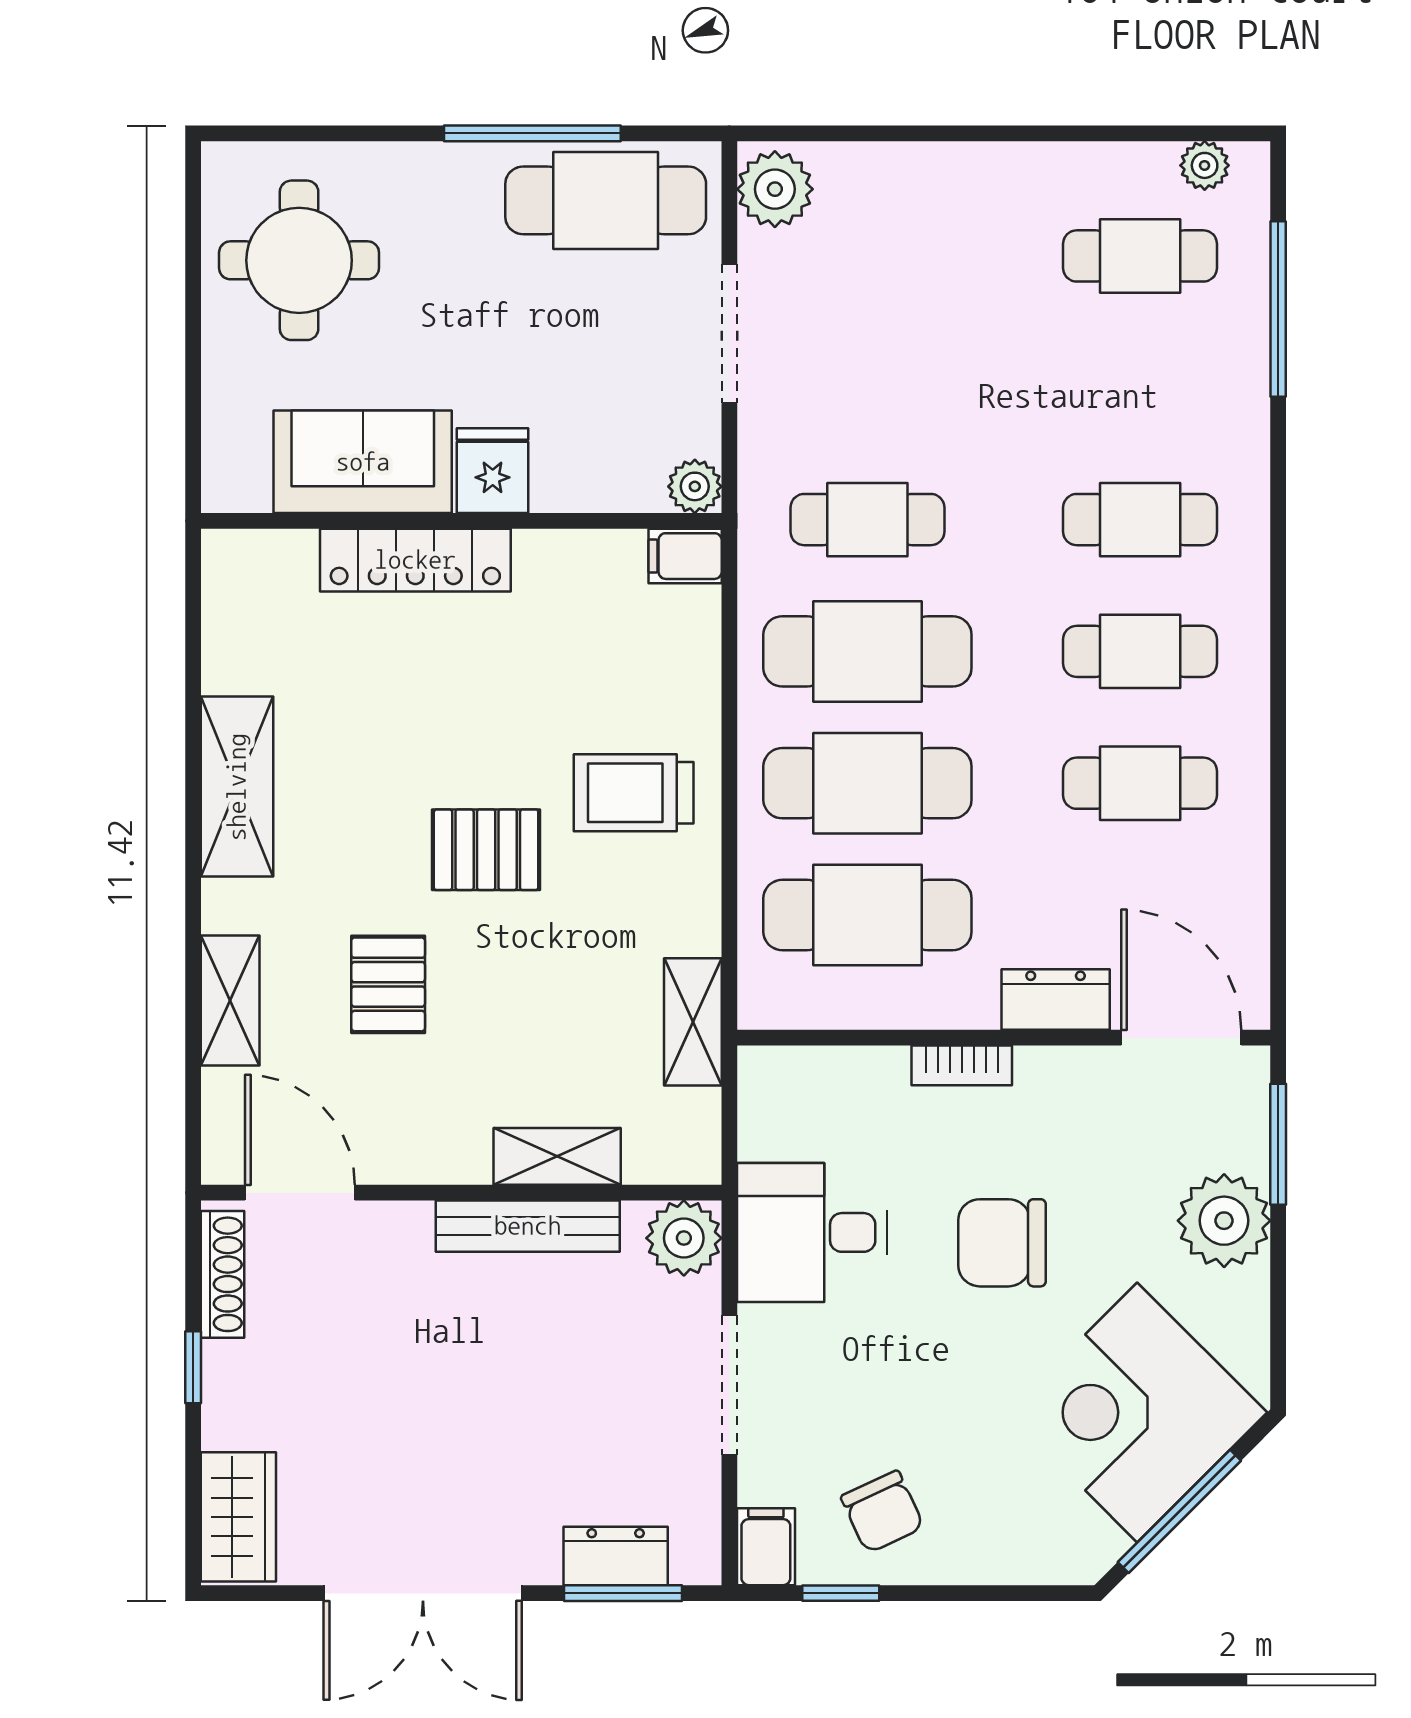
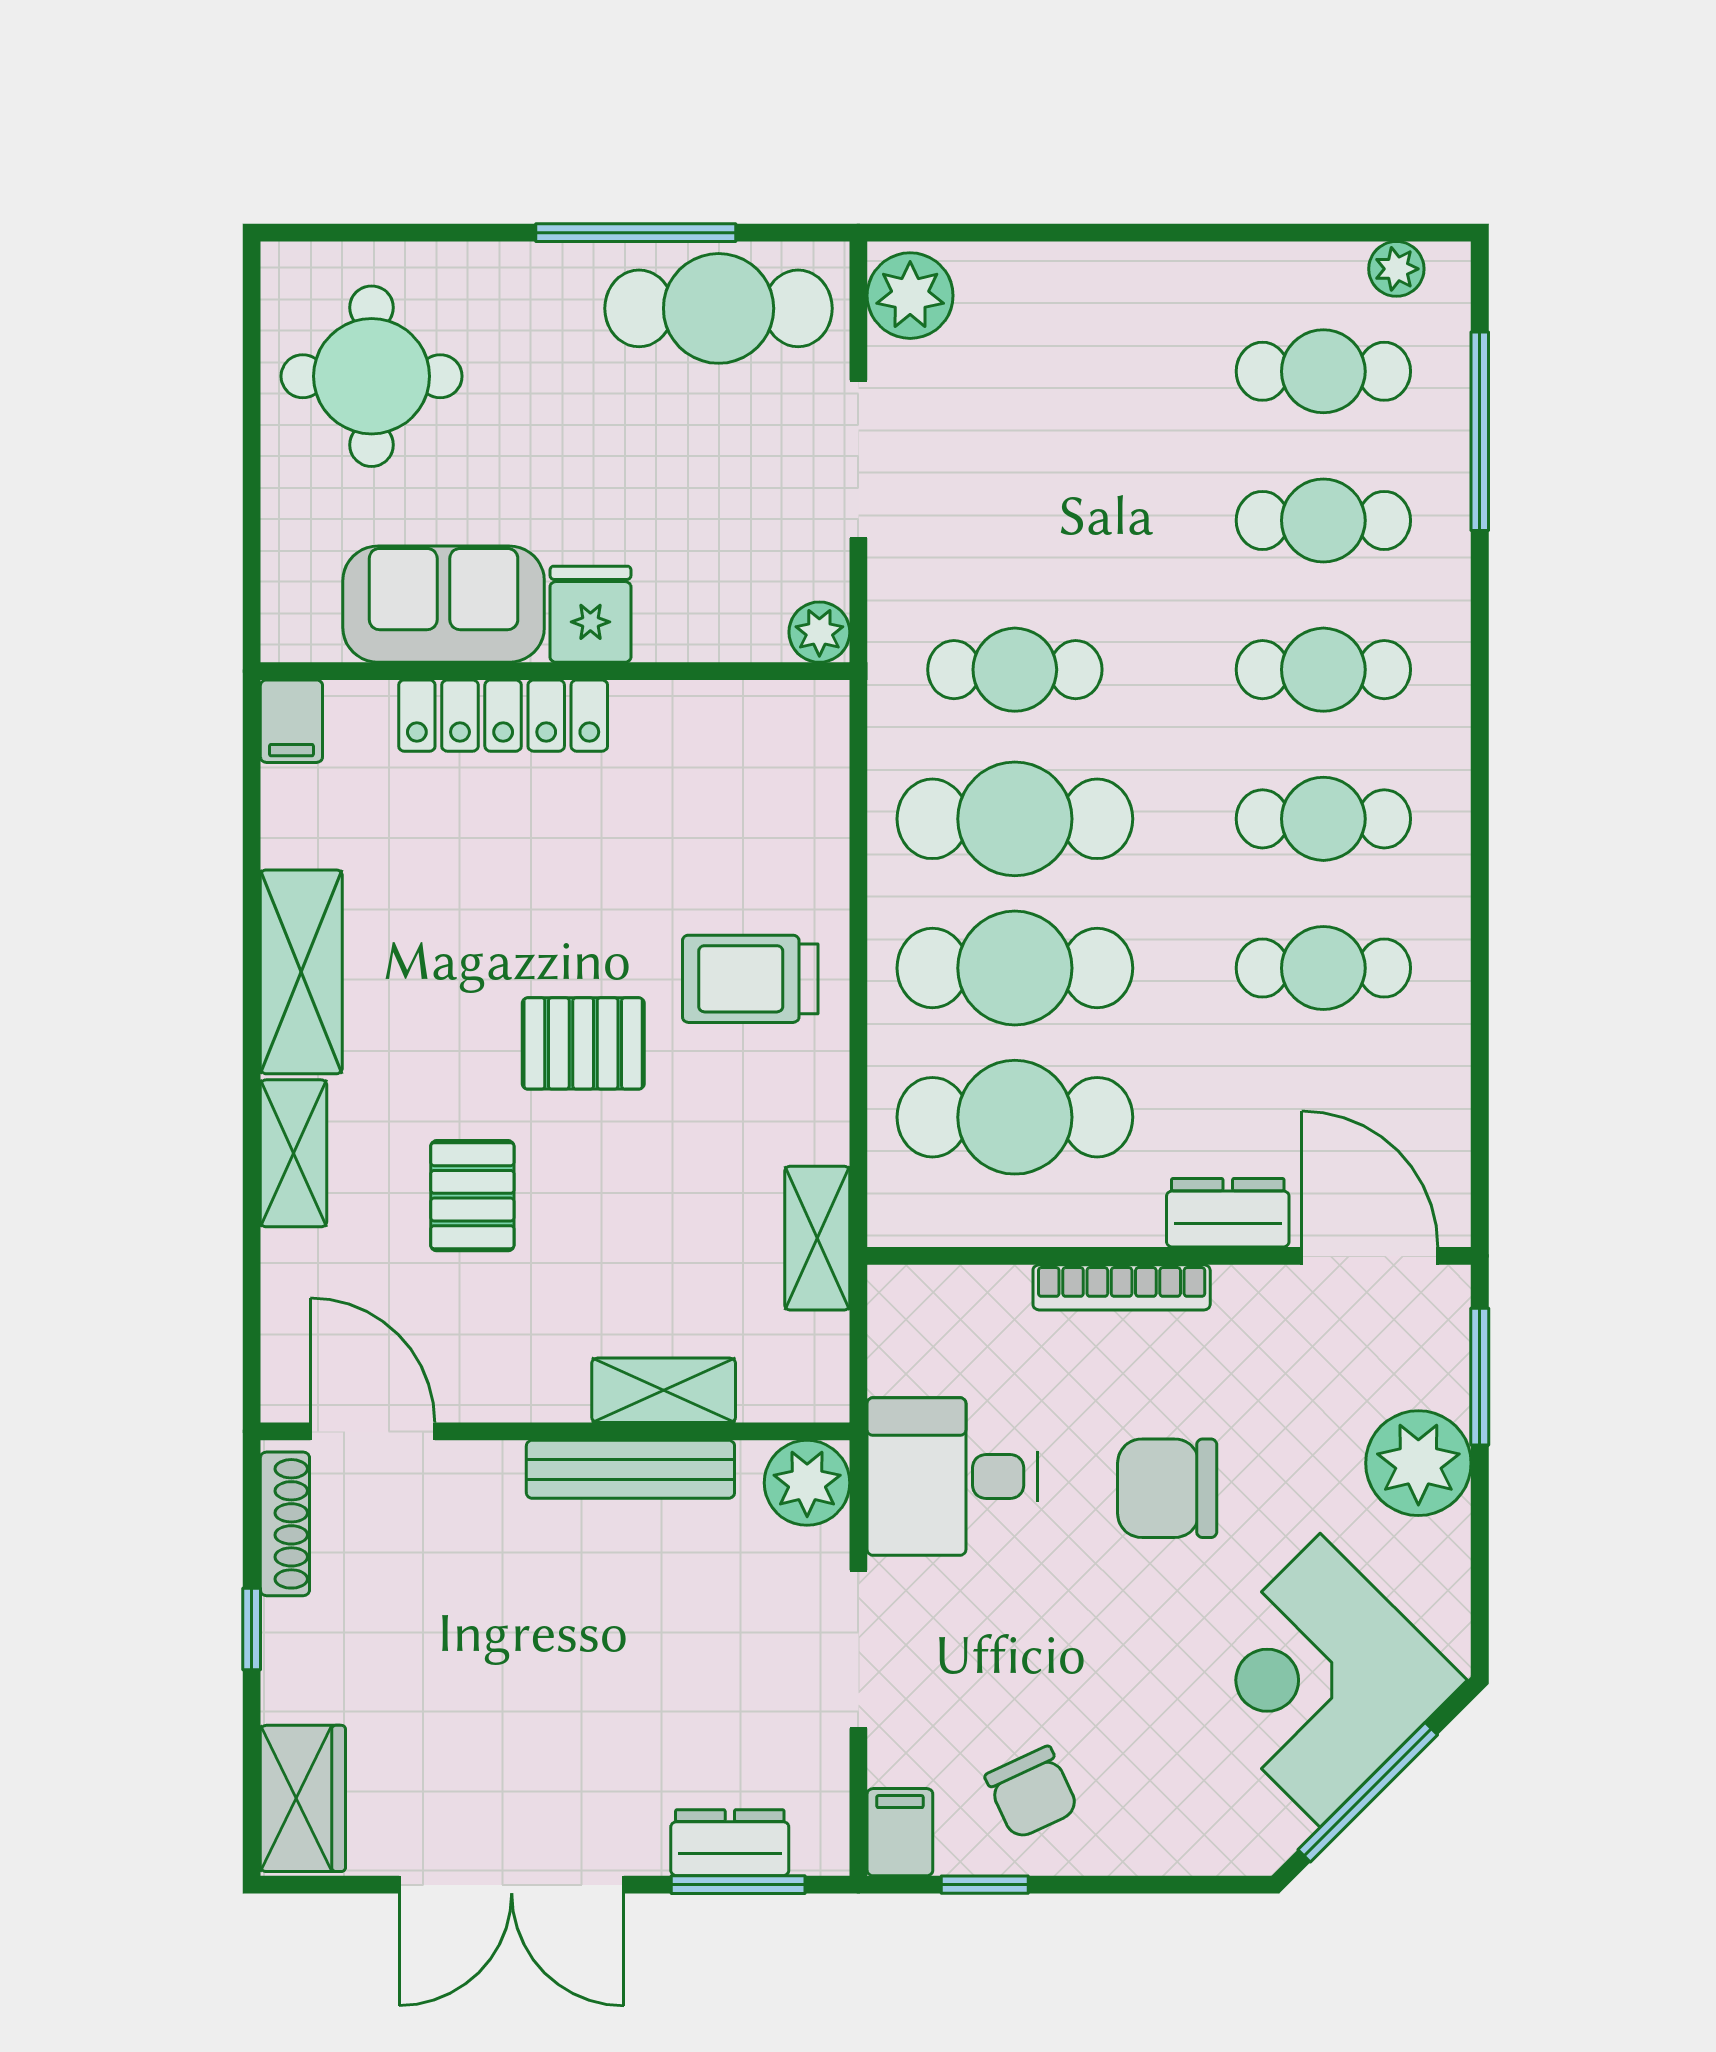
cafe table: (1140, 388) -> (1323, 520), added
filing cabinet: (685, 556) -> (291, 721), moved, turned -90
shelving: (230, 1001) -> (294, 1153), moved
bookcase: (962, 1065) -> (1122, 1287), width x1.56

